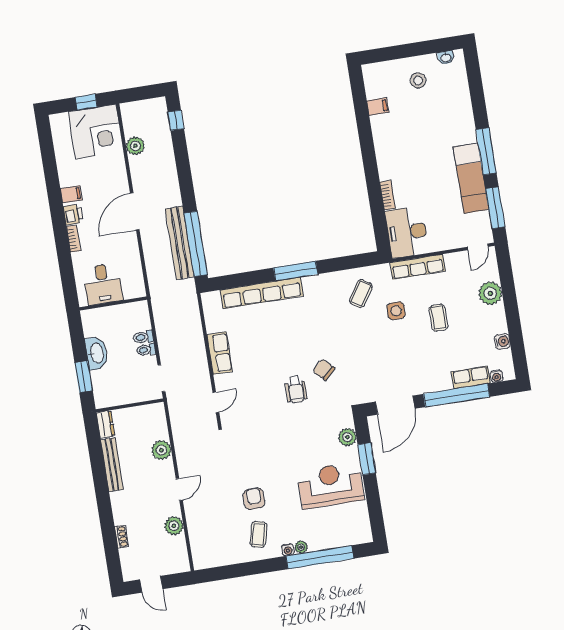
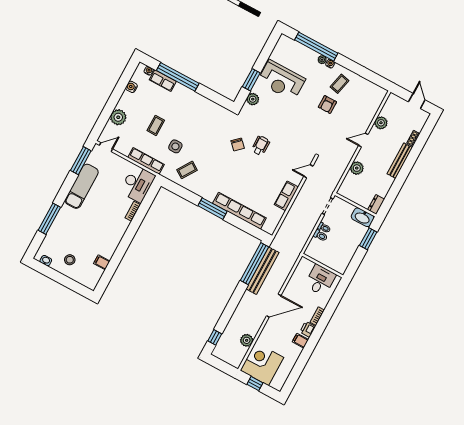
window: (486, 151) -> (49, 219), moved
washbasin: (96, 353) -> (363, 217), moved, turned -90
door: (395, 405) -> (214, 97), removed
bench: (112, 465) -> (400, 161), moved

